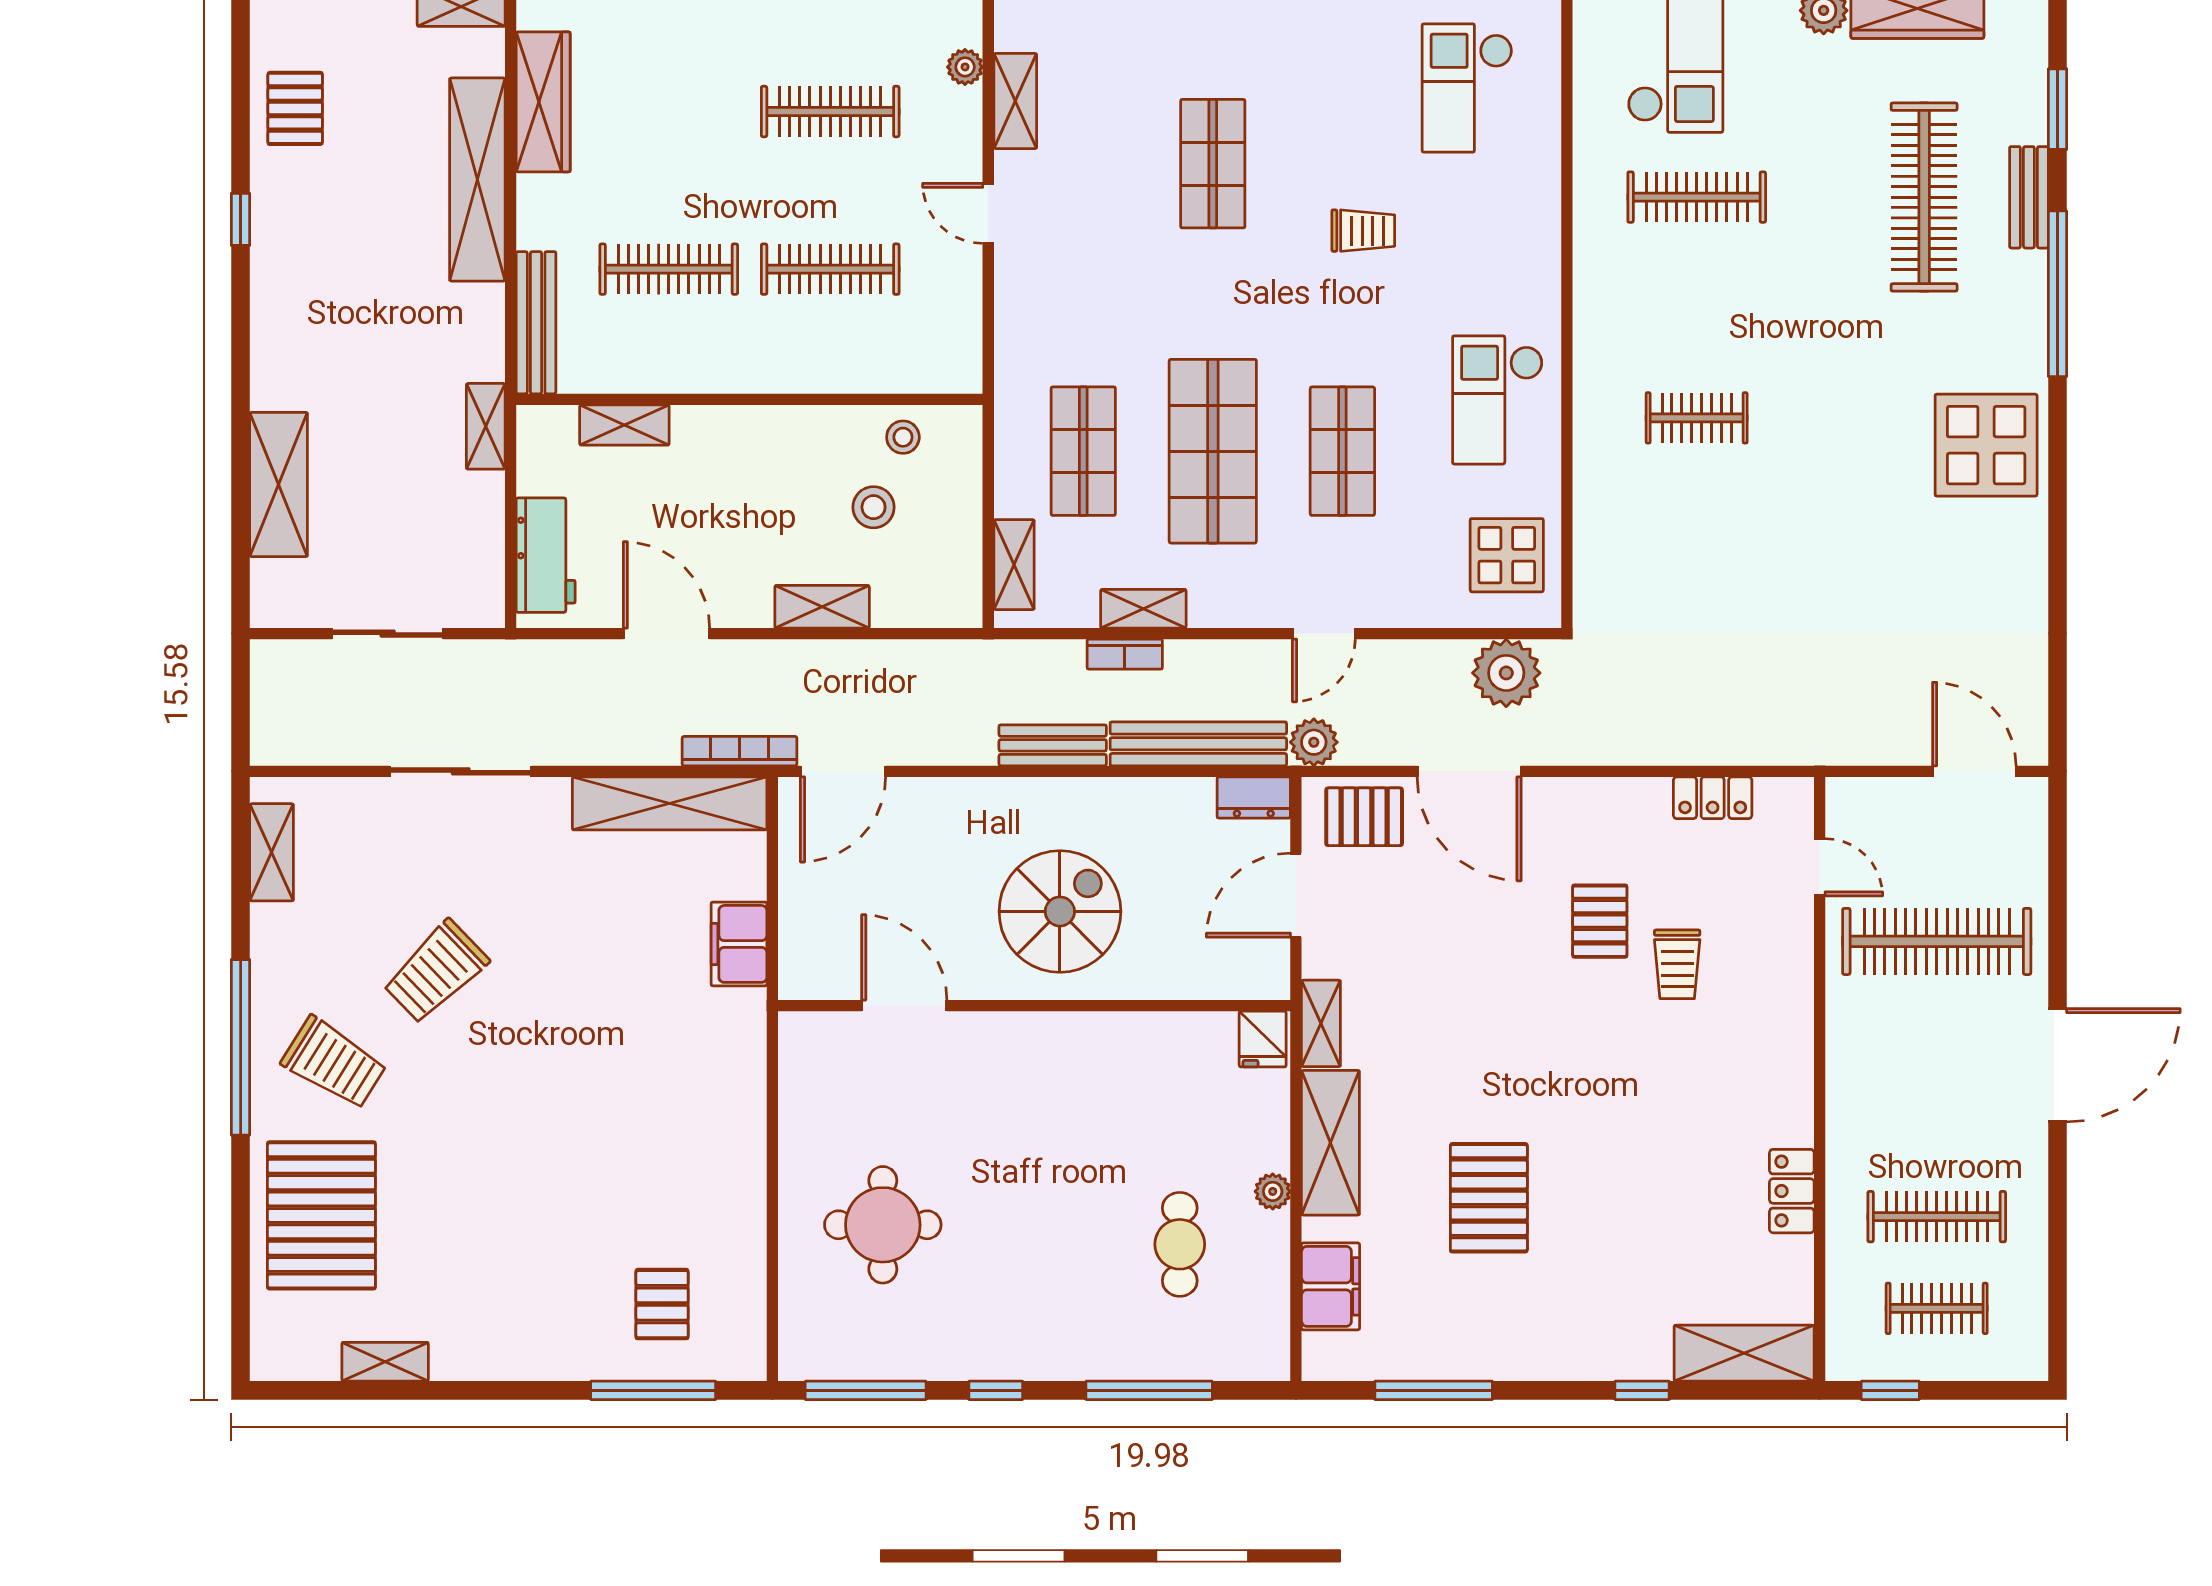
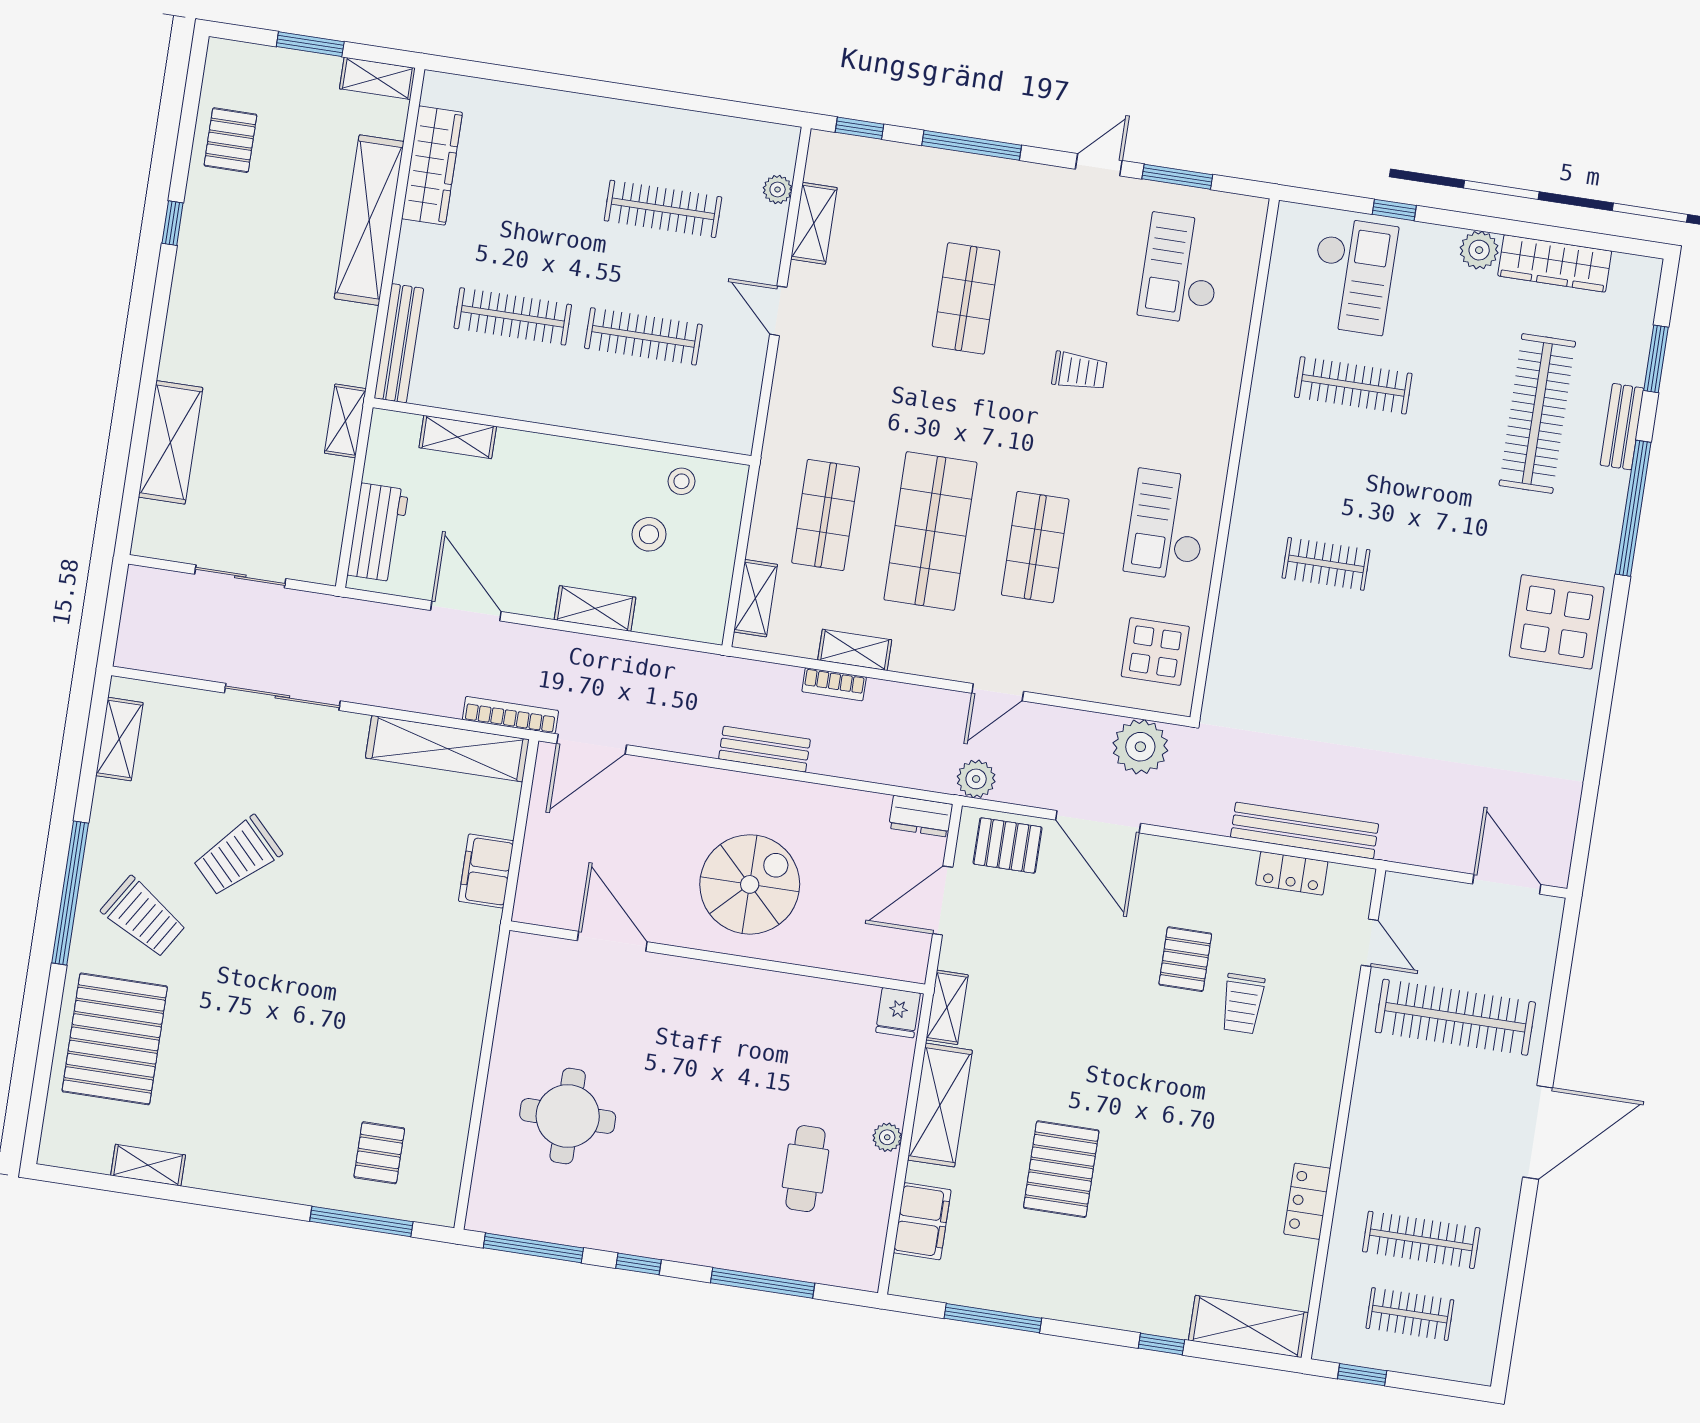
bench: (1198, 744) -> (1305, 831), moved

